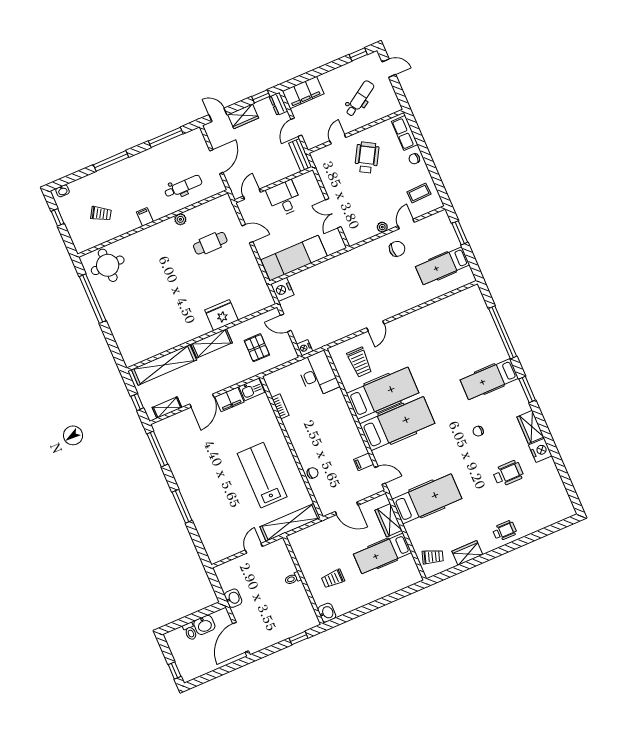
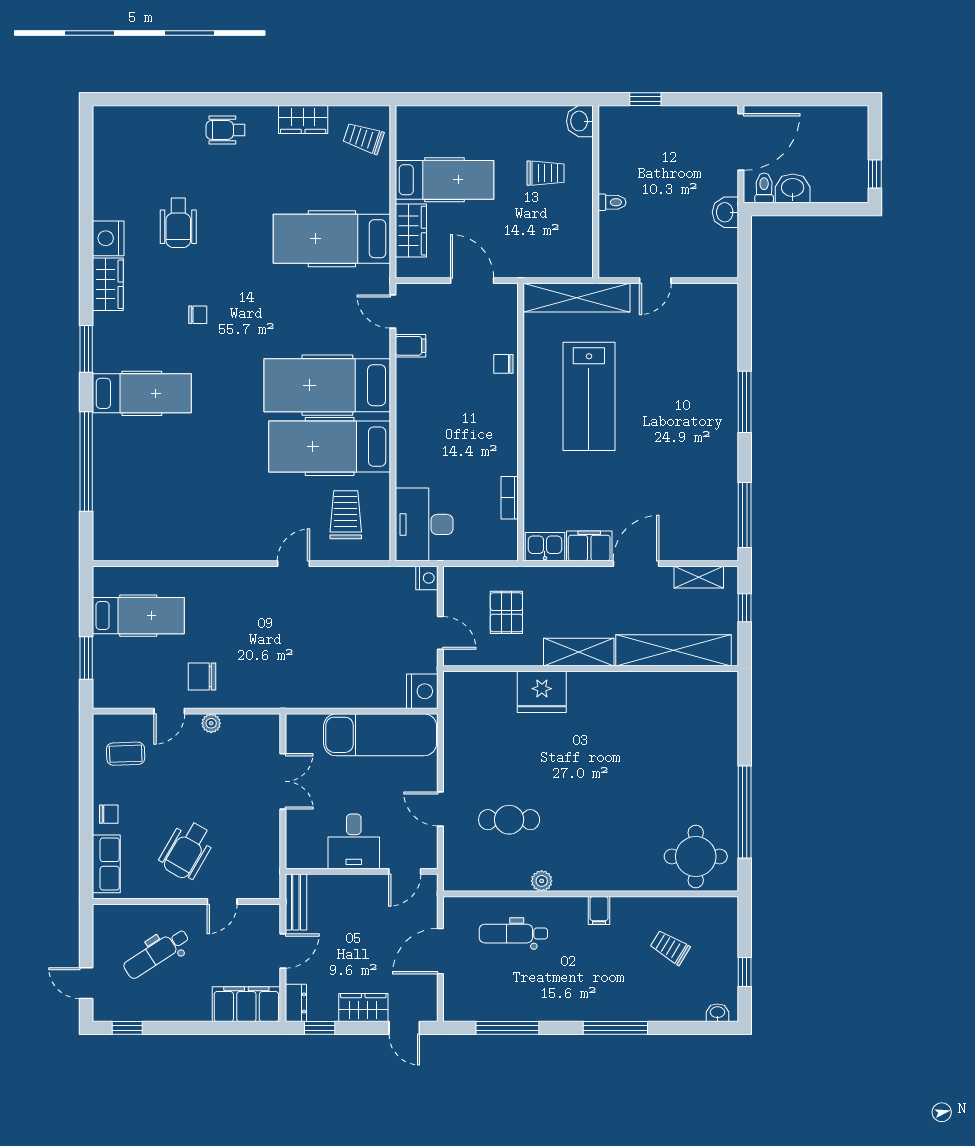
wheelchair: (508, 473) -> (178, 223), turned -90
toilet: (190, 631) -> (764, 188), moved
window: (175, 670) -> (875, 174), moved

